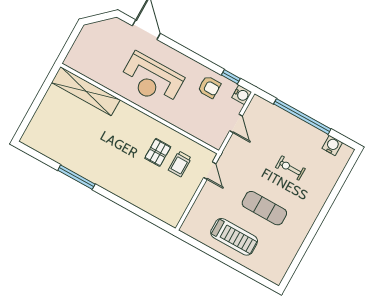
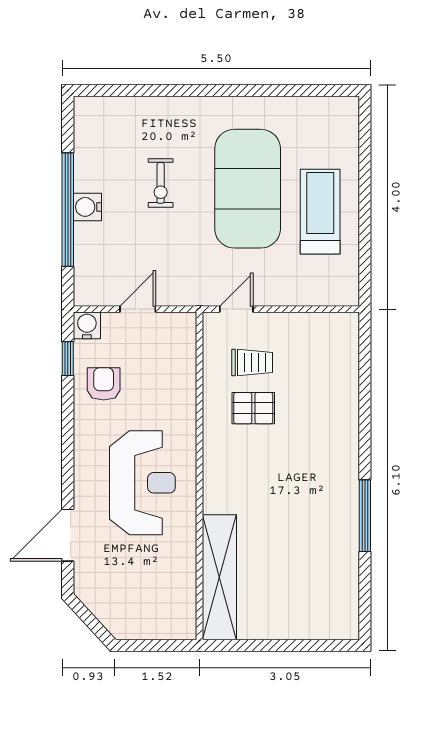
water cooler: (332, 145) -> (87, 207), moved
exercise mat: (264, 208) -> (248, 189), width x2.00, depth x1.45

